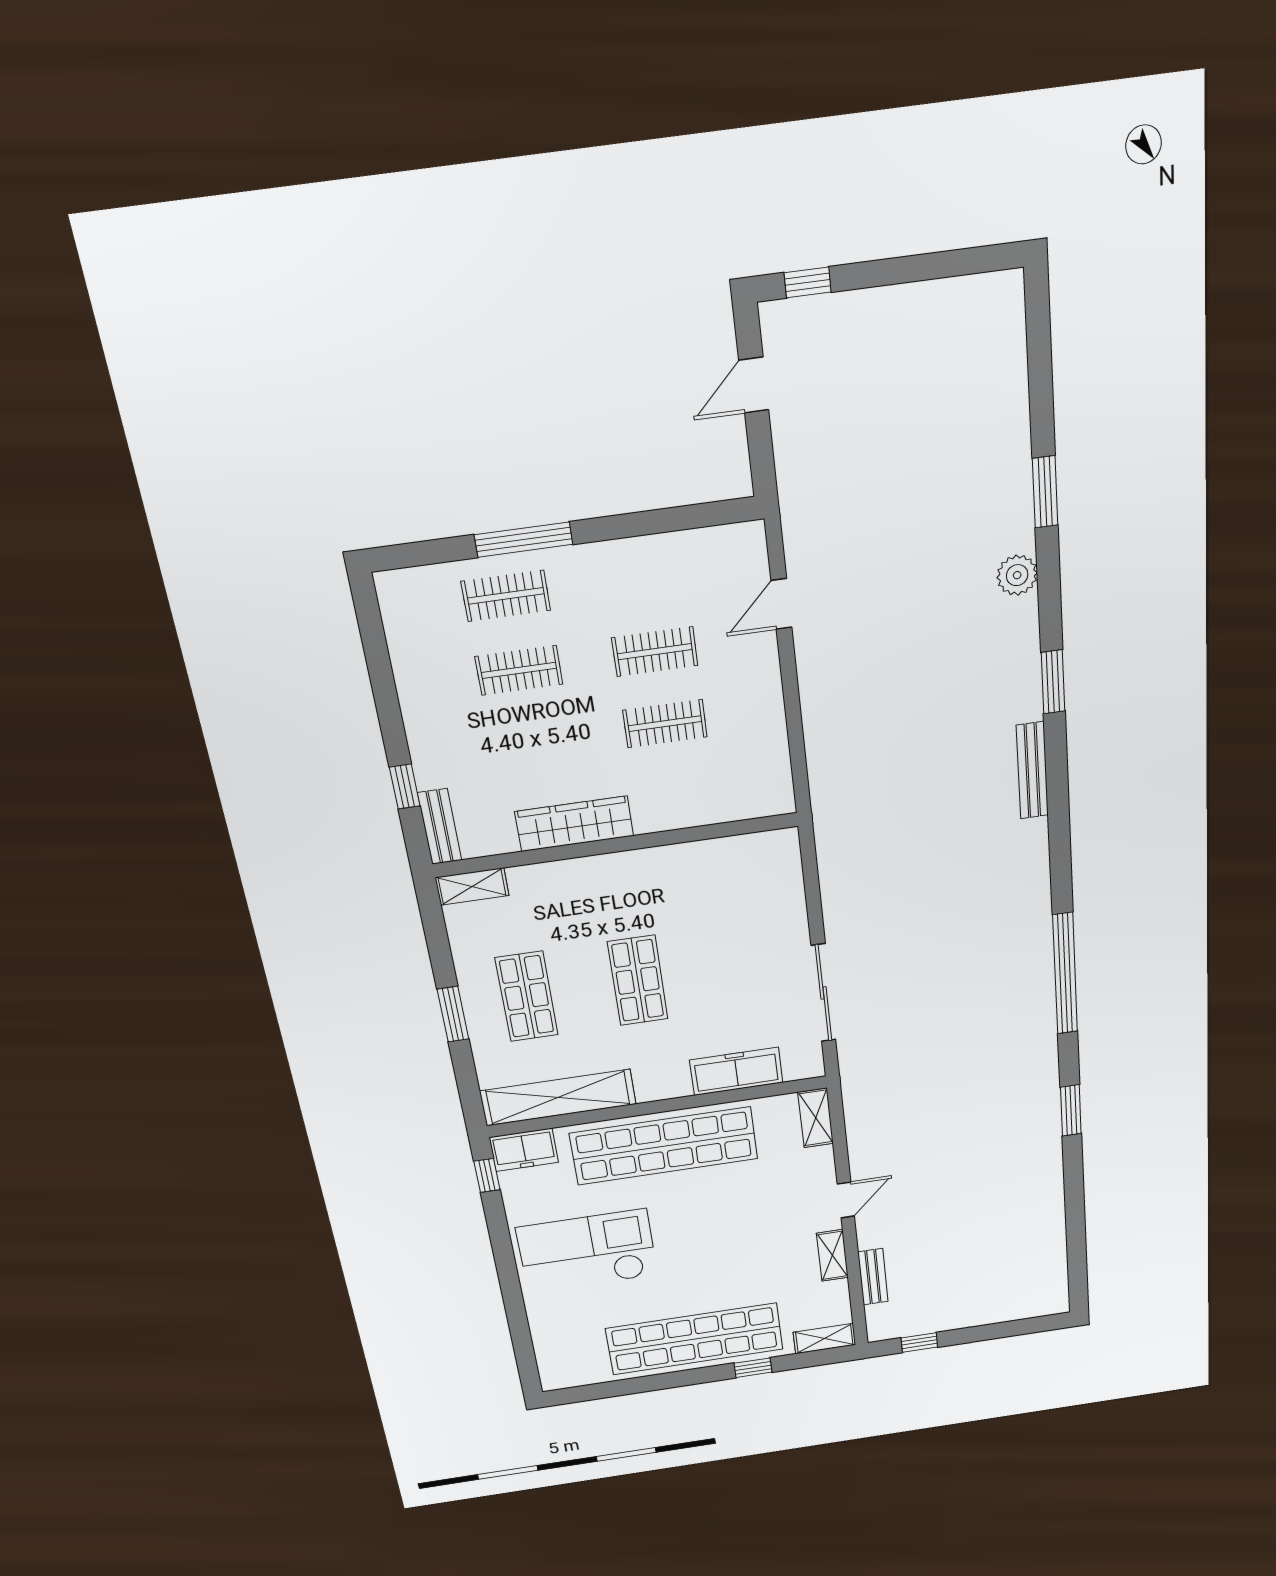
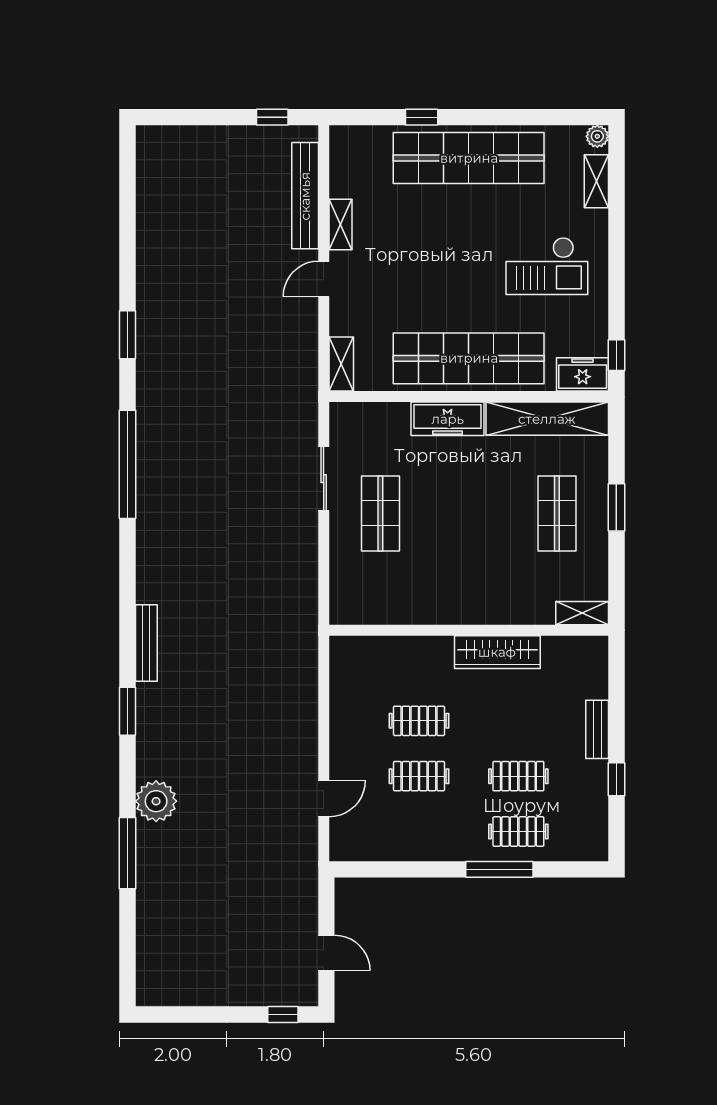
door: (754, 385) -> (326, 953), hinge flipped
window: (1045, 492) -> (128, 853), width x1.44
plant: (1017, 575) -> (156, 801), width x1.36, depth x1.36
window: (405, 787) -> (616, 779), moved
bench: (440, 827) -> (597, 729), moved
shop shelf: (638, 980) -> (380, 513), moved
sliding door: (823, 993) -> (324, 479), width x0.73
freezer: (736, 1071) -> (448, 419), moved
checkout: (587, 1251) -> (547, 266), width x0.73, depth x0.83
bench: (873, 1277) -> (305, 196), width x1.86, depth x1.21
shelving: (824, 1339) -> (596, 181), moved, turned 90
plant: (553, 1380) -> (597, 136), added

